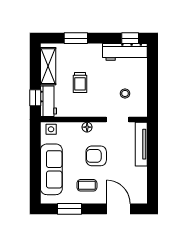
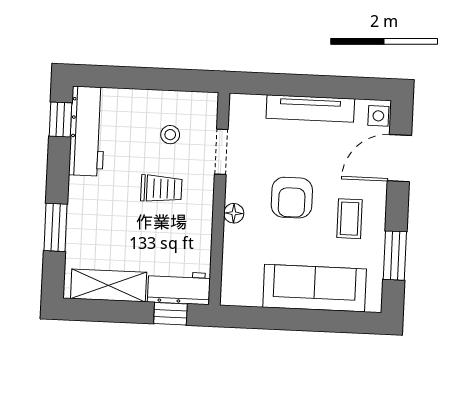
trolley: (80, 82) -> (161, 189), moved
side table: (51, 129) -> (378, 116), moved
tv unit: (141, 144) -> (310, 108), moved

